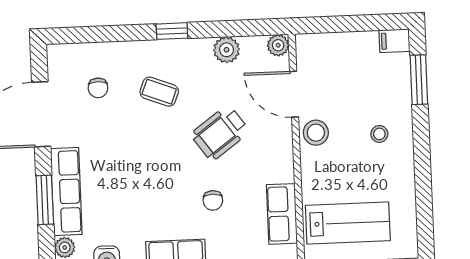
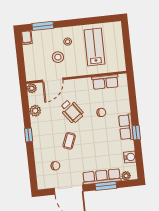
coffee table: (159, 92) -> (69, 141), moved
stool: (316, 133) -> (58, 57), moved
lab bench: (348, 223) -> (94, 47), moved

